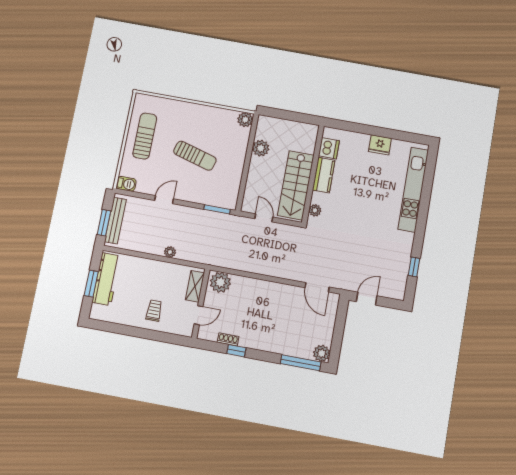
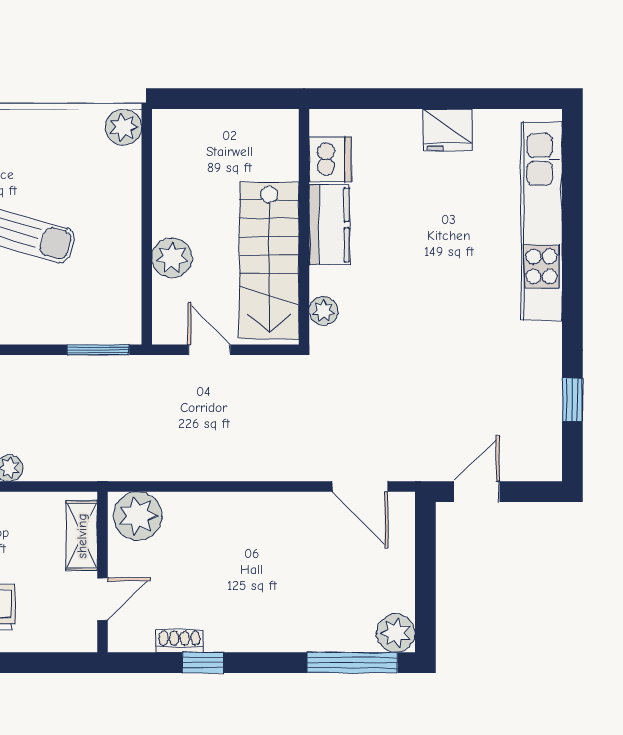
plant: (261, 148) -> (172, 258), moved

